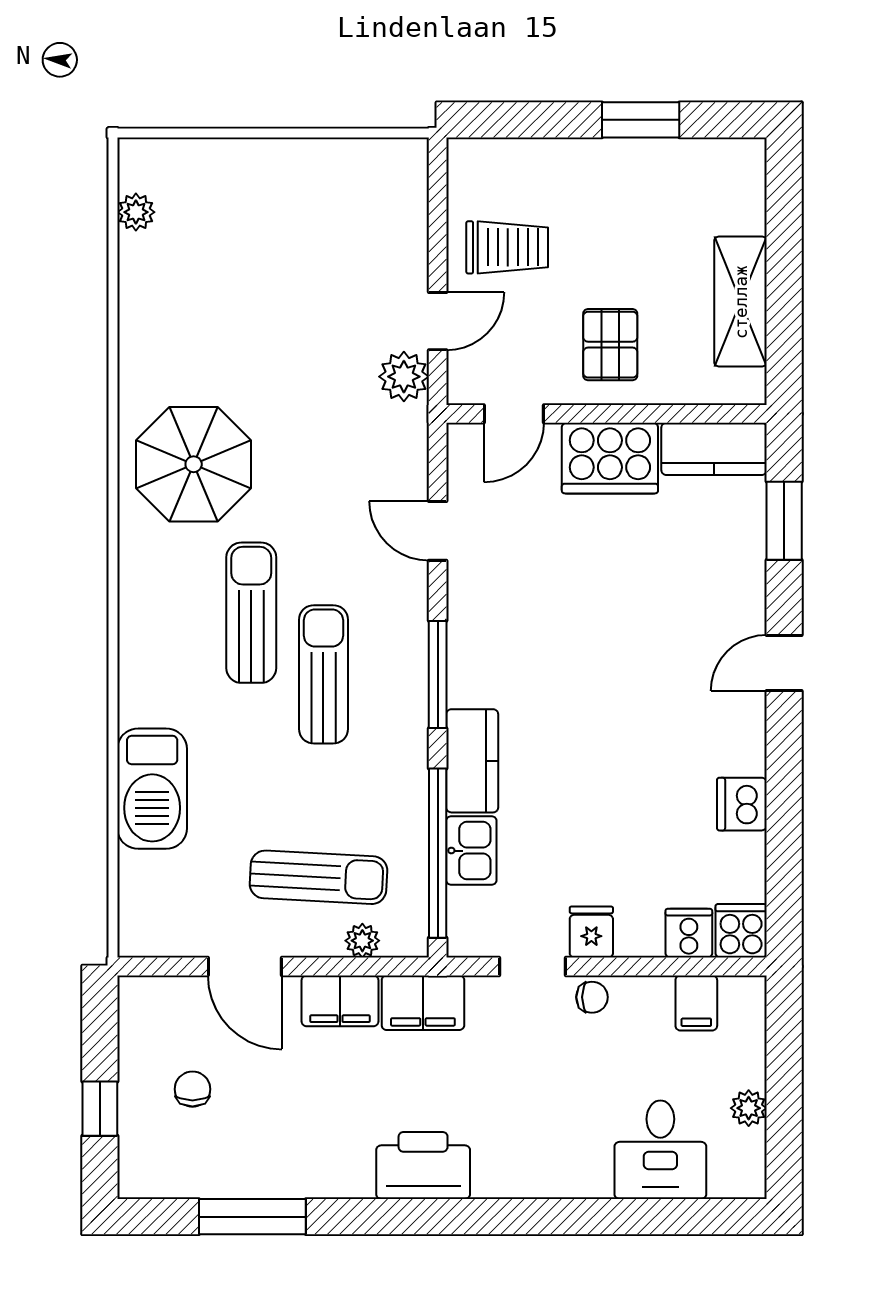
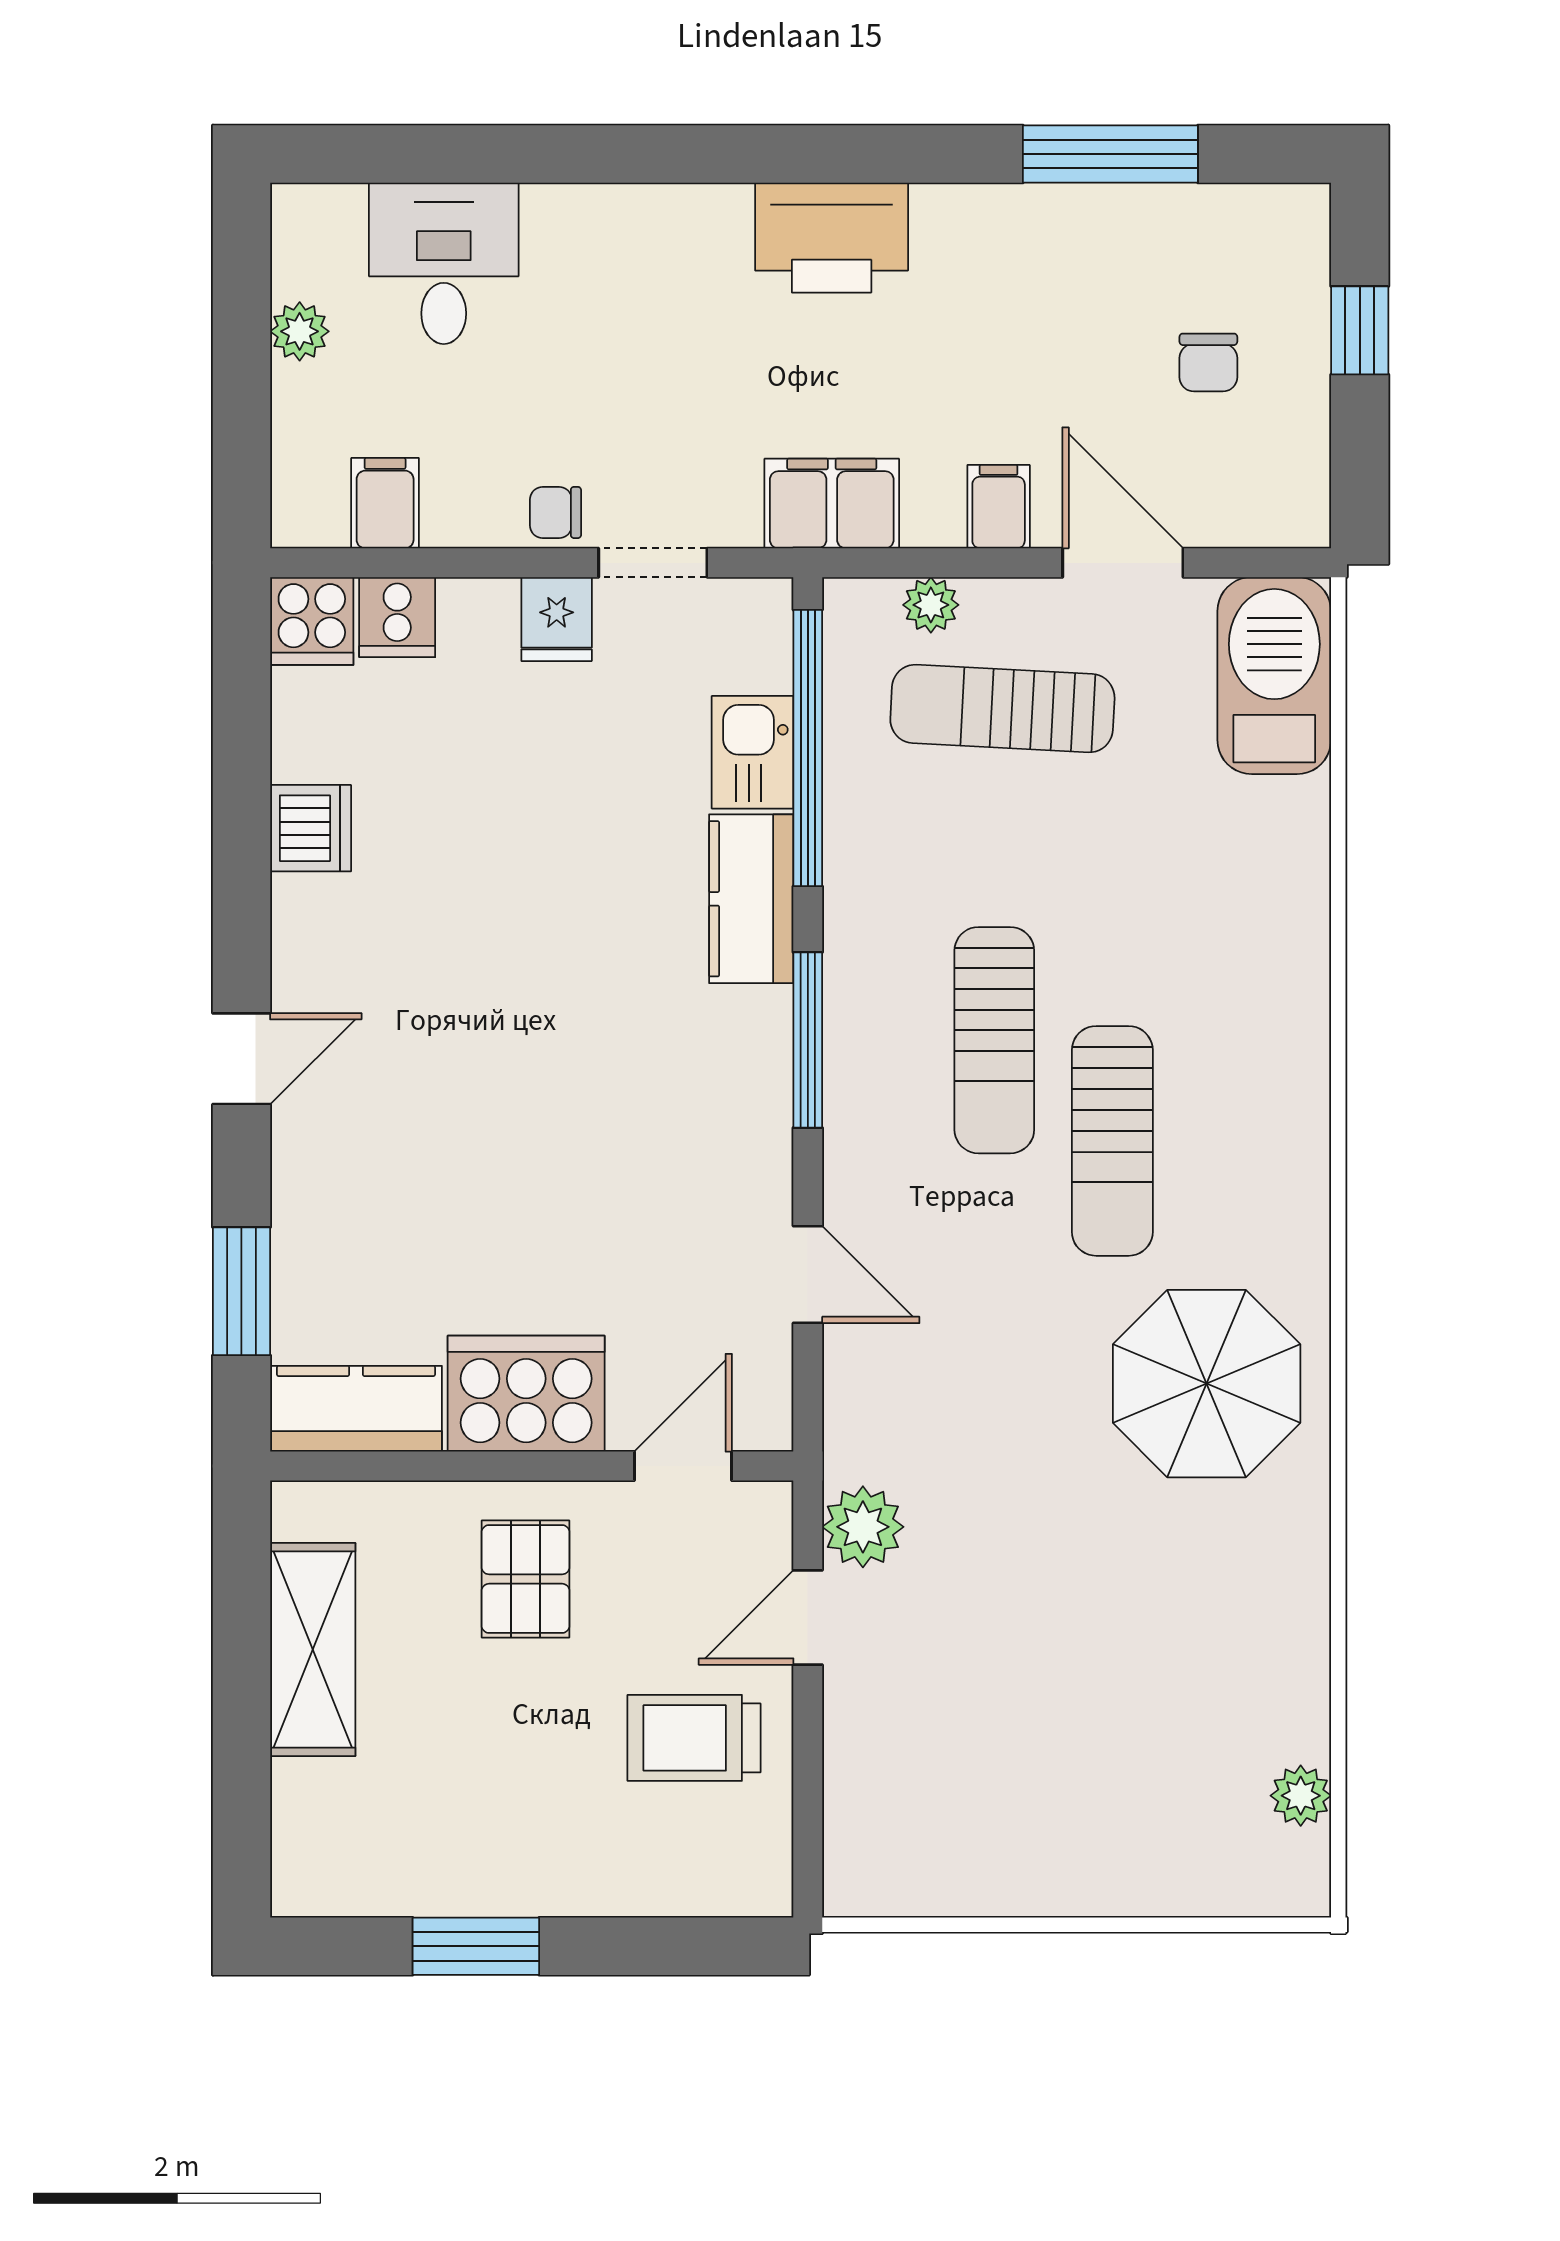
barbecue: (152, 789) -> (1274, 676), moved
filing cabinet: (340, 1001) -> (999, 507), width x0.50

